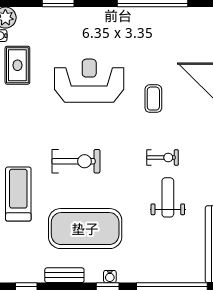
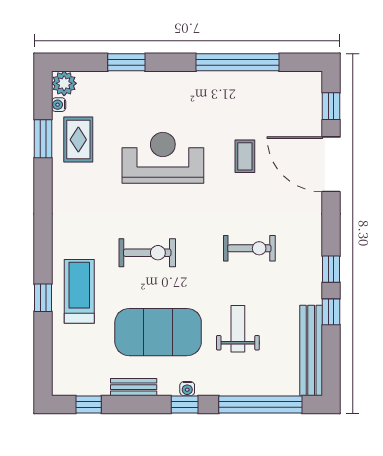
coffee table: (153, 99) -> (245, 156), moved
exercise bike: (163, 158) -> (249, 248), width x1.38, depth x1.39
weight bench: (168, 197) -> (238, 329), moved

